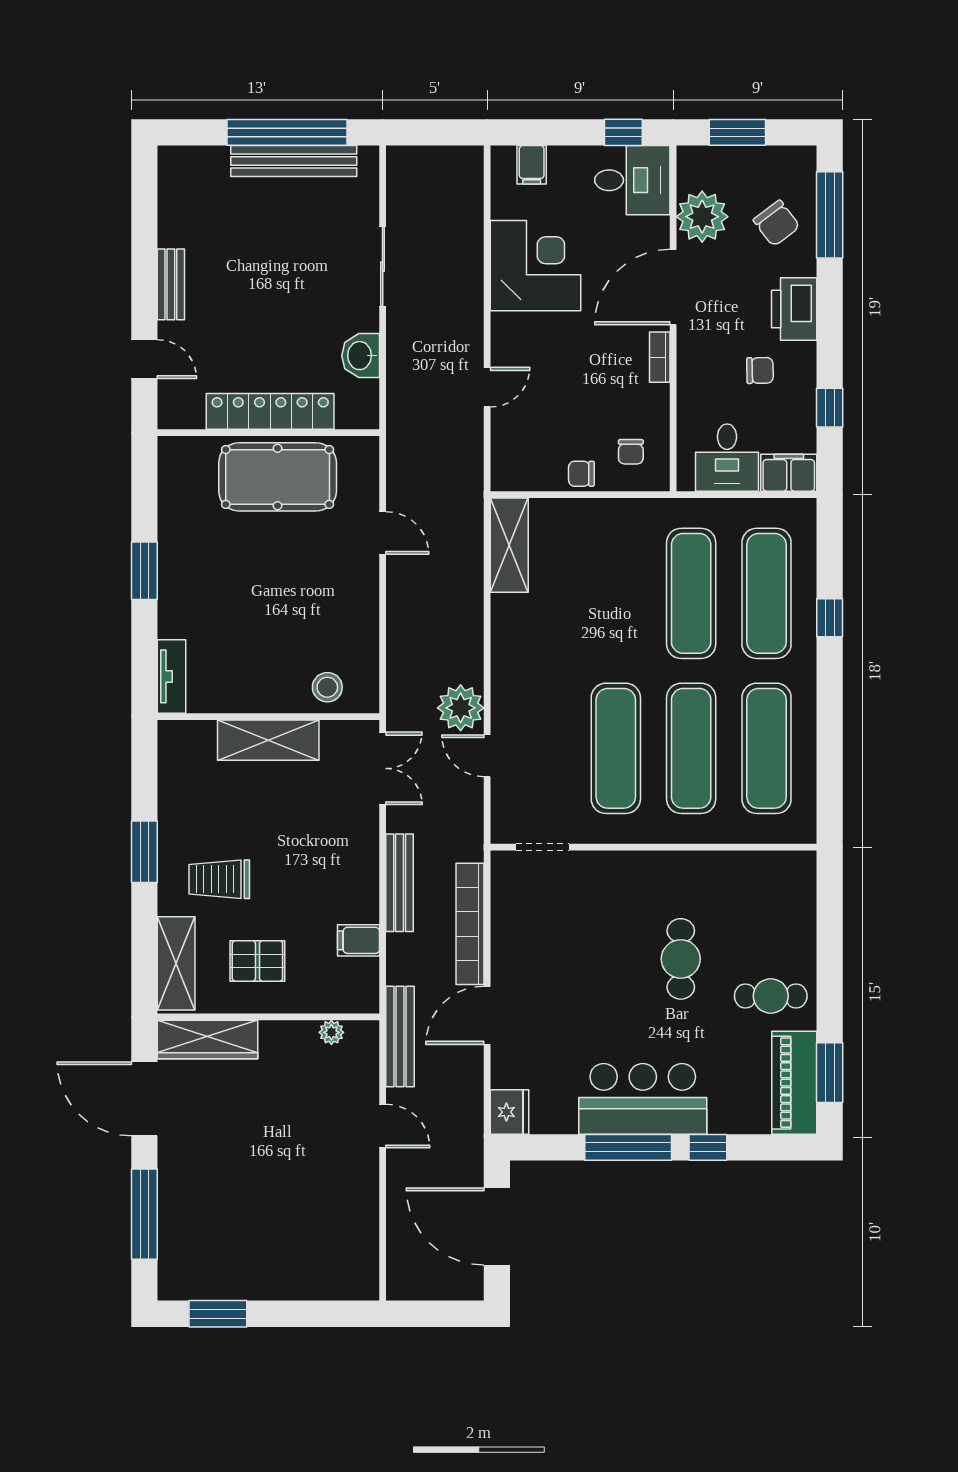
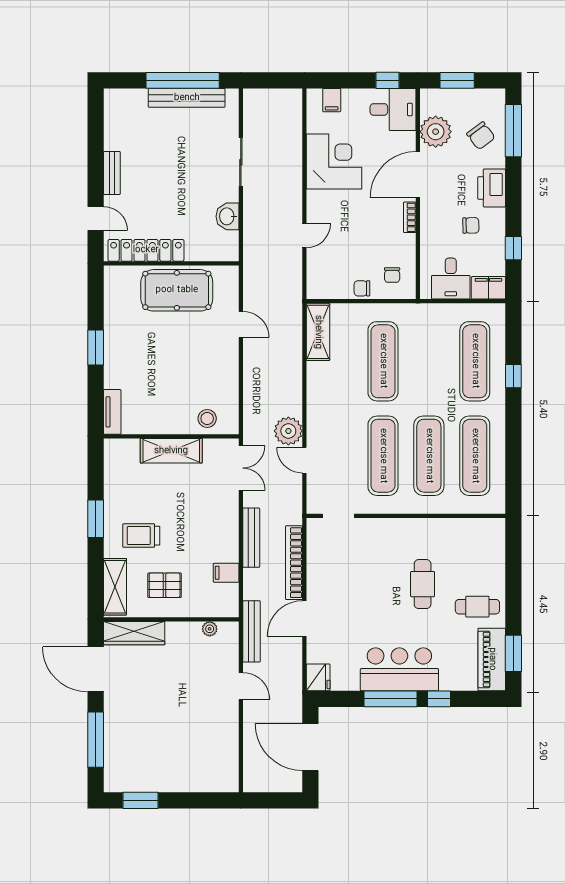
locker: (270, 411) -> (146, 250), moved
exercise mat: (691, 593) -> (383, 361), moved

